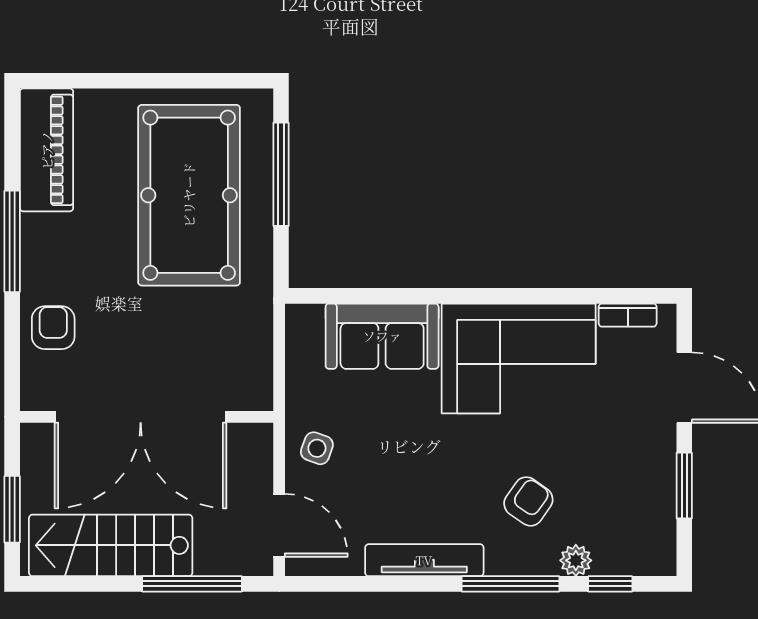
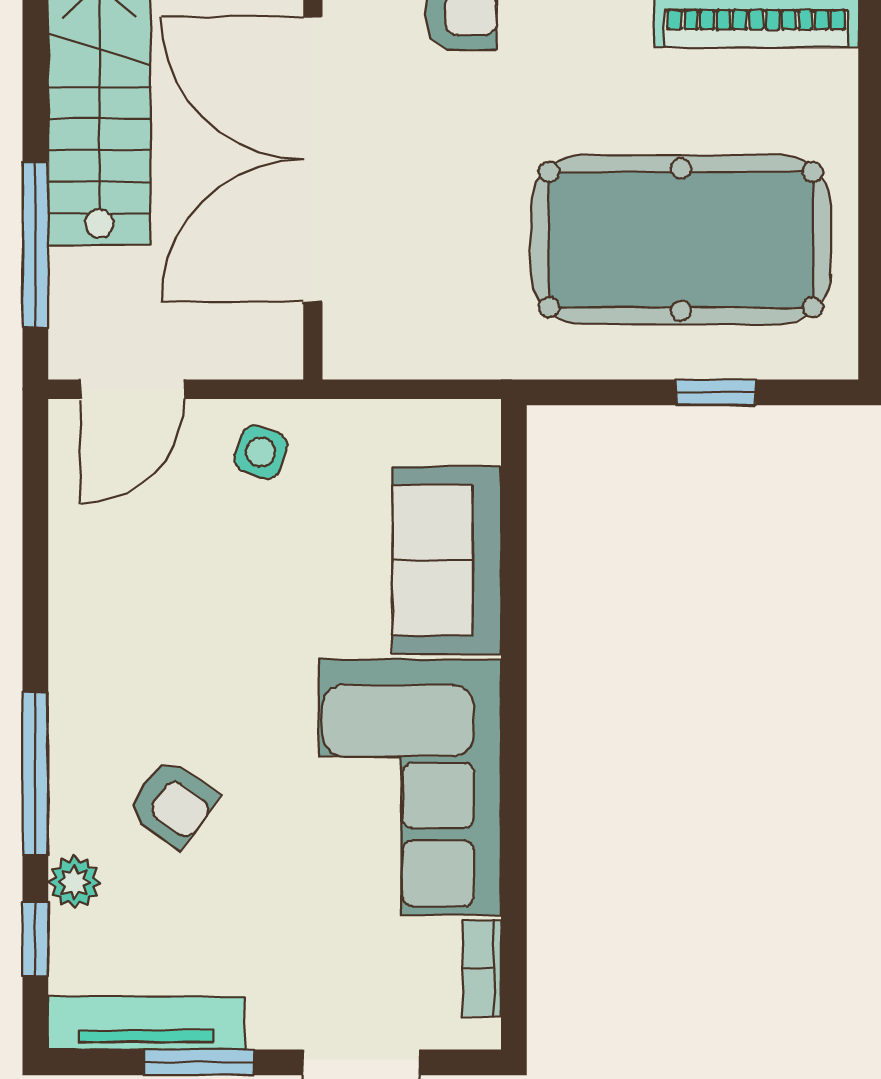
window: (281, 174) -> (716, 392), width x0.46
tv unit: (424, 560) -> (146, 1023), moved, turned -90

